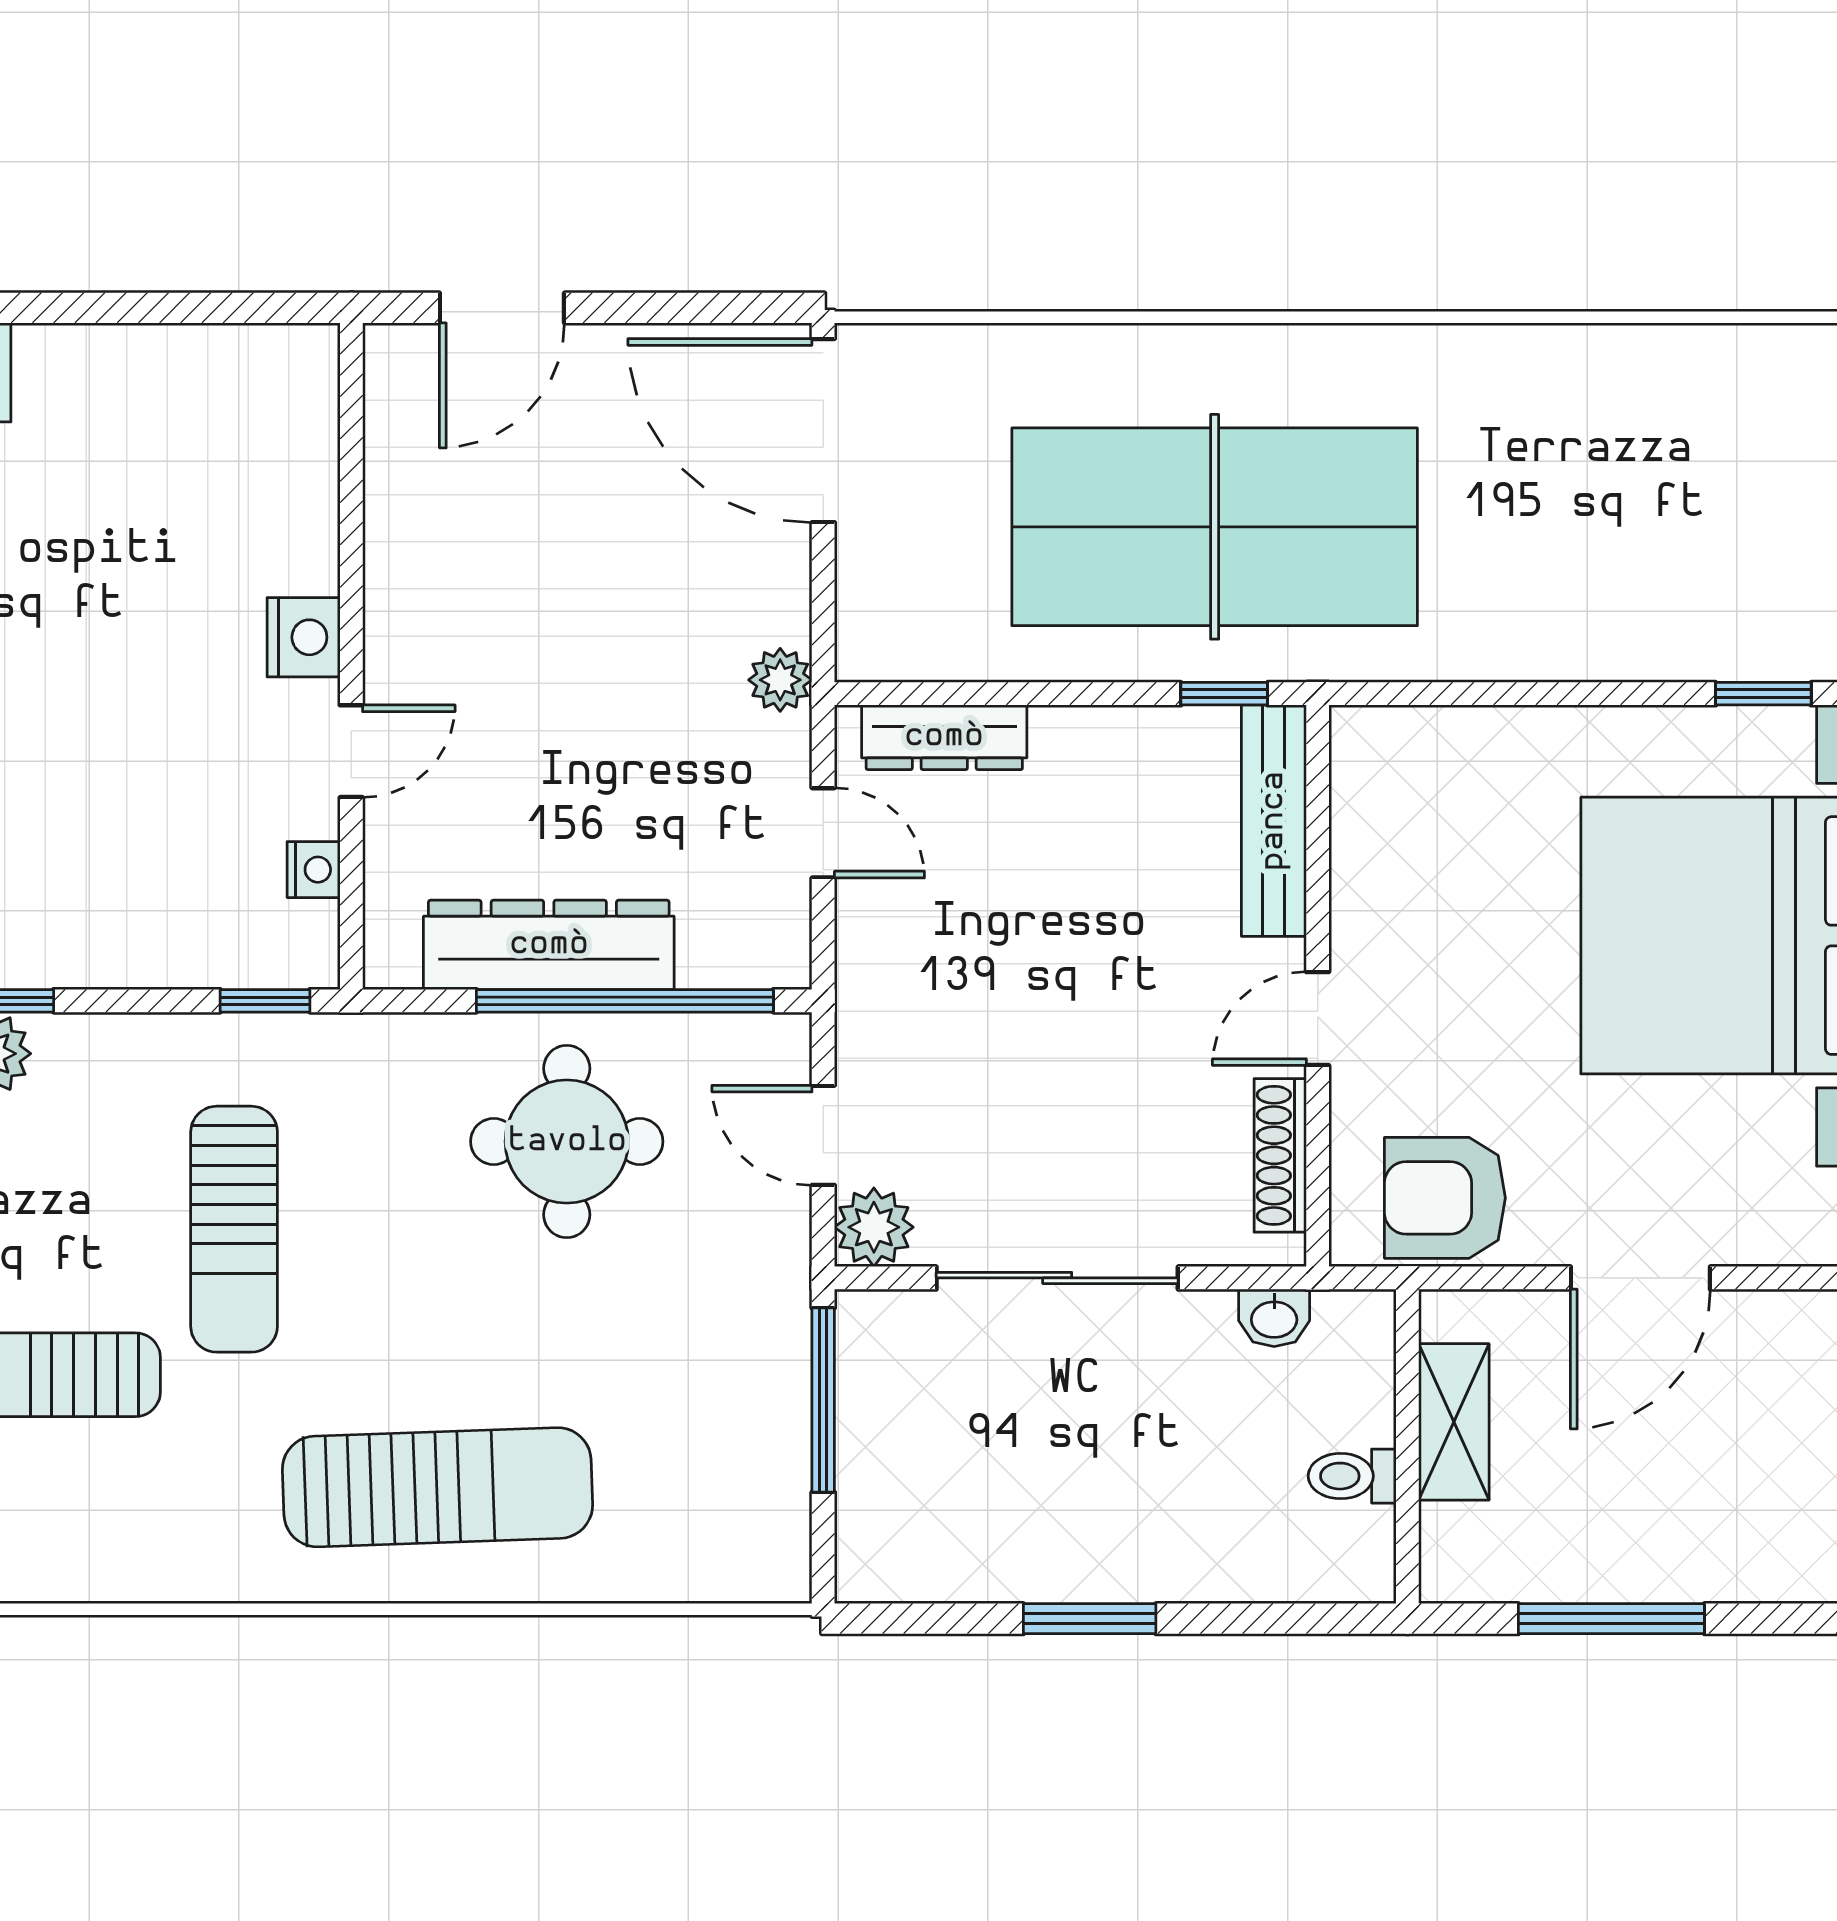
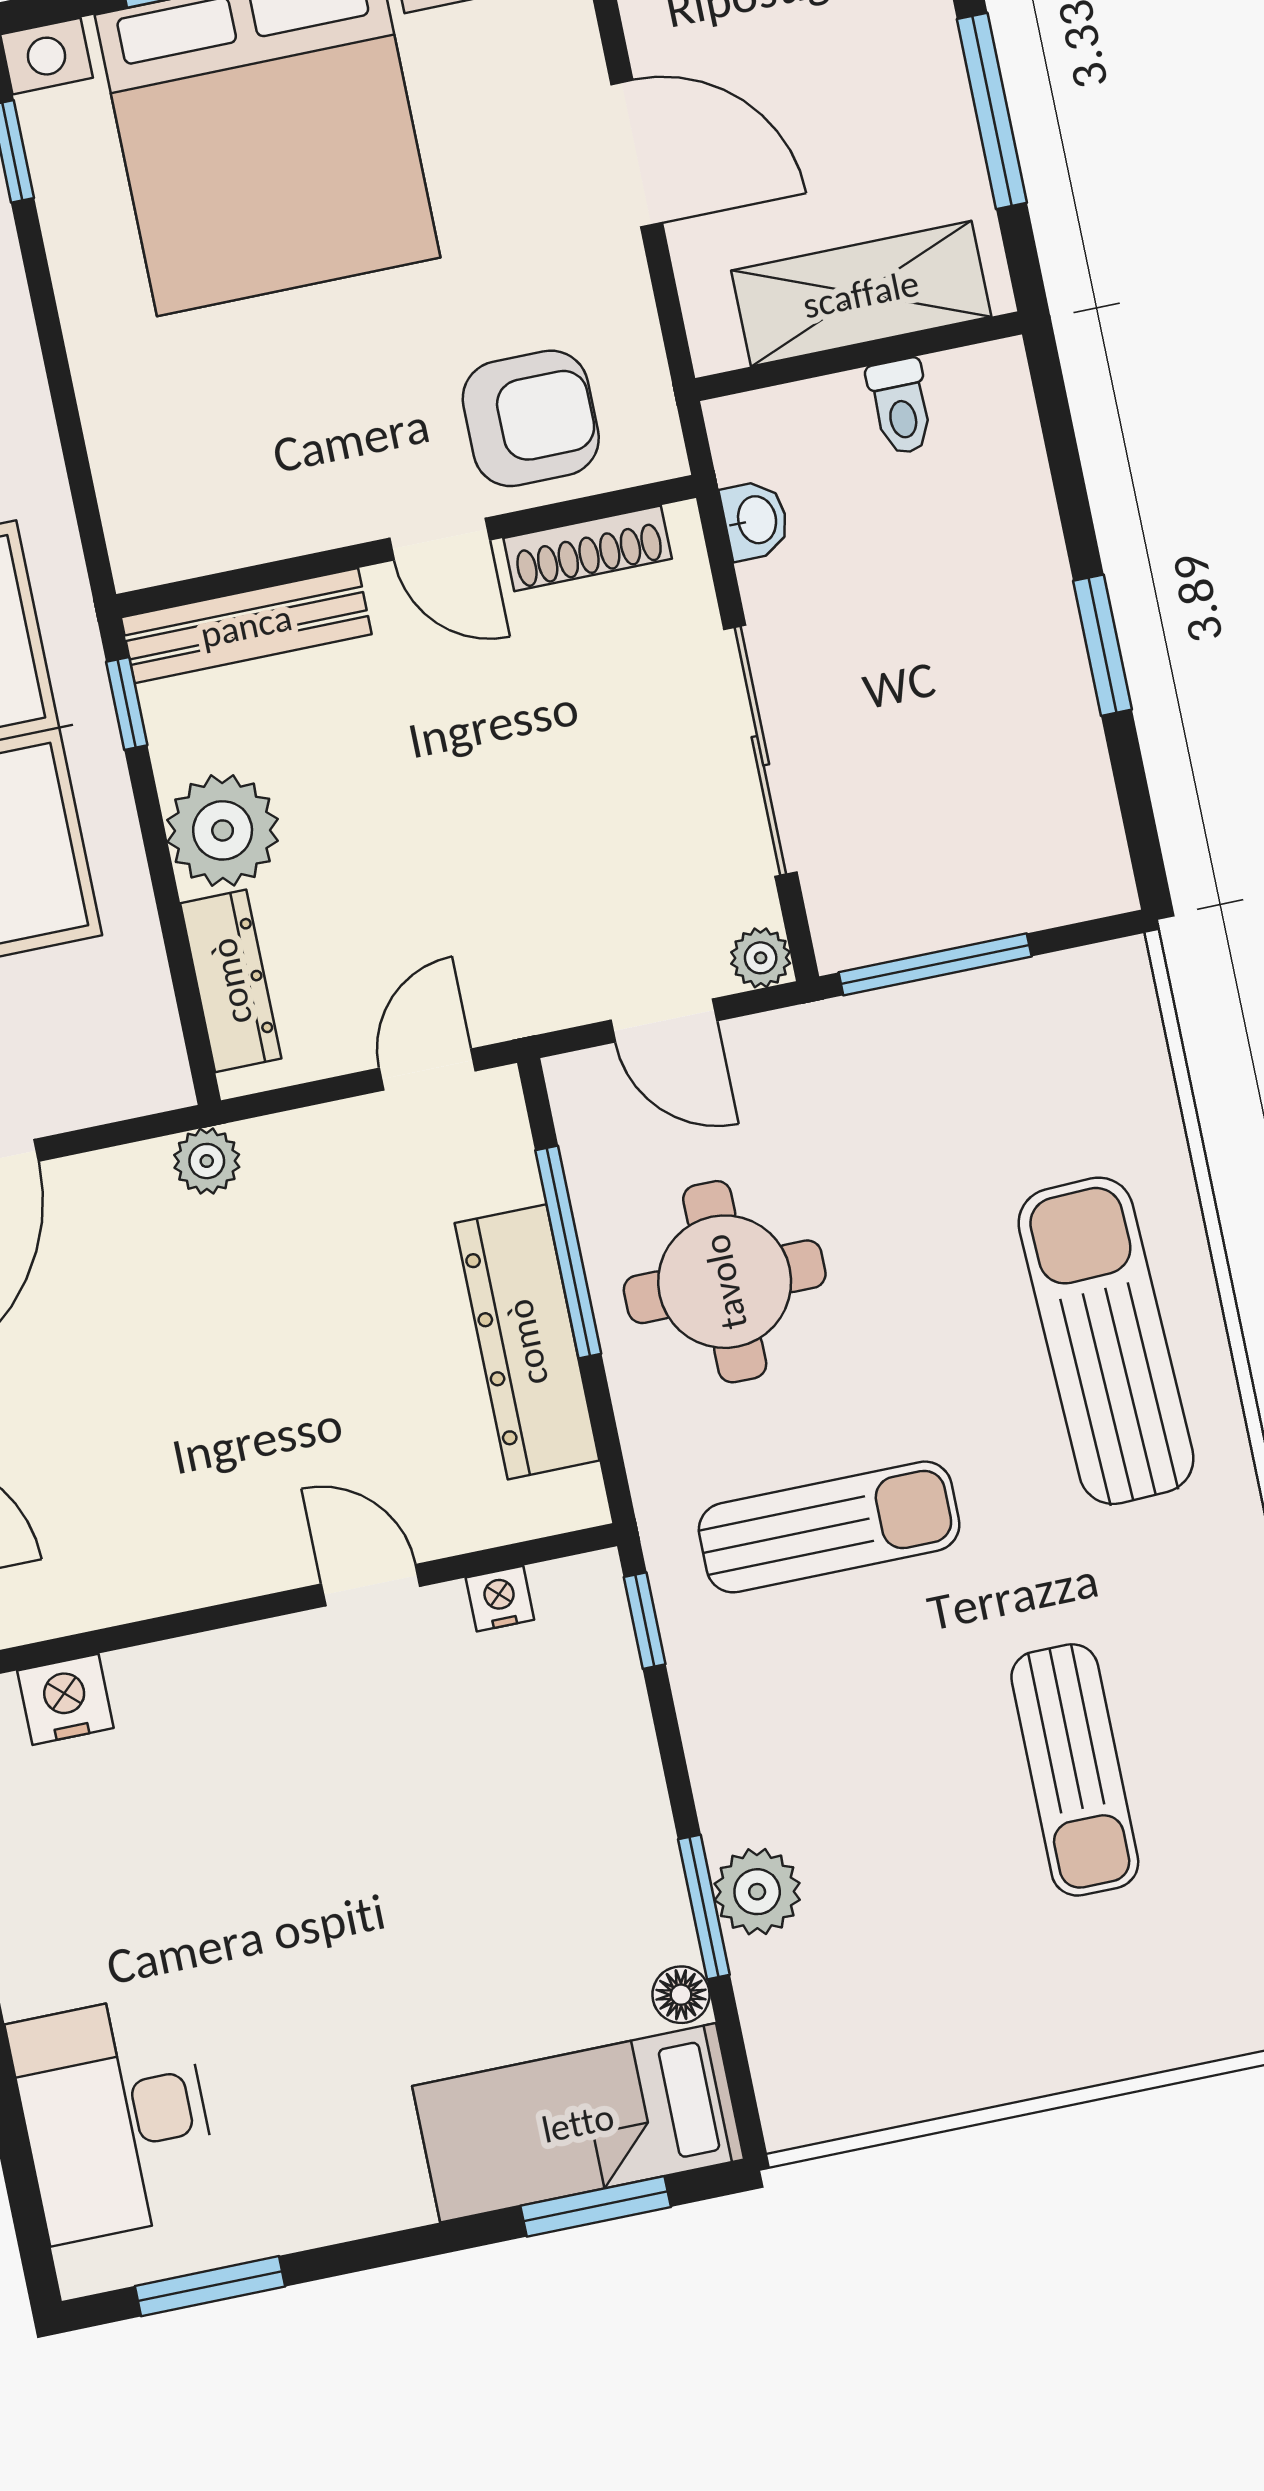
nightstand: (304, 637) -> (65, 1699), moved
plant: (1087, 759) -> (223, 830), added
door: (823, 833) -> (427, 1069), moved
window: (625, 1001) -> (568, 1252), width x0.68
door: (823, 1135) -> (664, 1020), hinge flipped
armchair: (1445, 1198) -> (531, 418), moved, turned -90
plant: (874, 1227) -> (761, 958), width x0.73, depth x0.73
sun lounger: (234, 1229) -> (829, 1527), moved
shelving: (1454, 1422) -> (861, 294), width x1.50, depth x1.33

